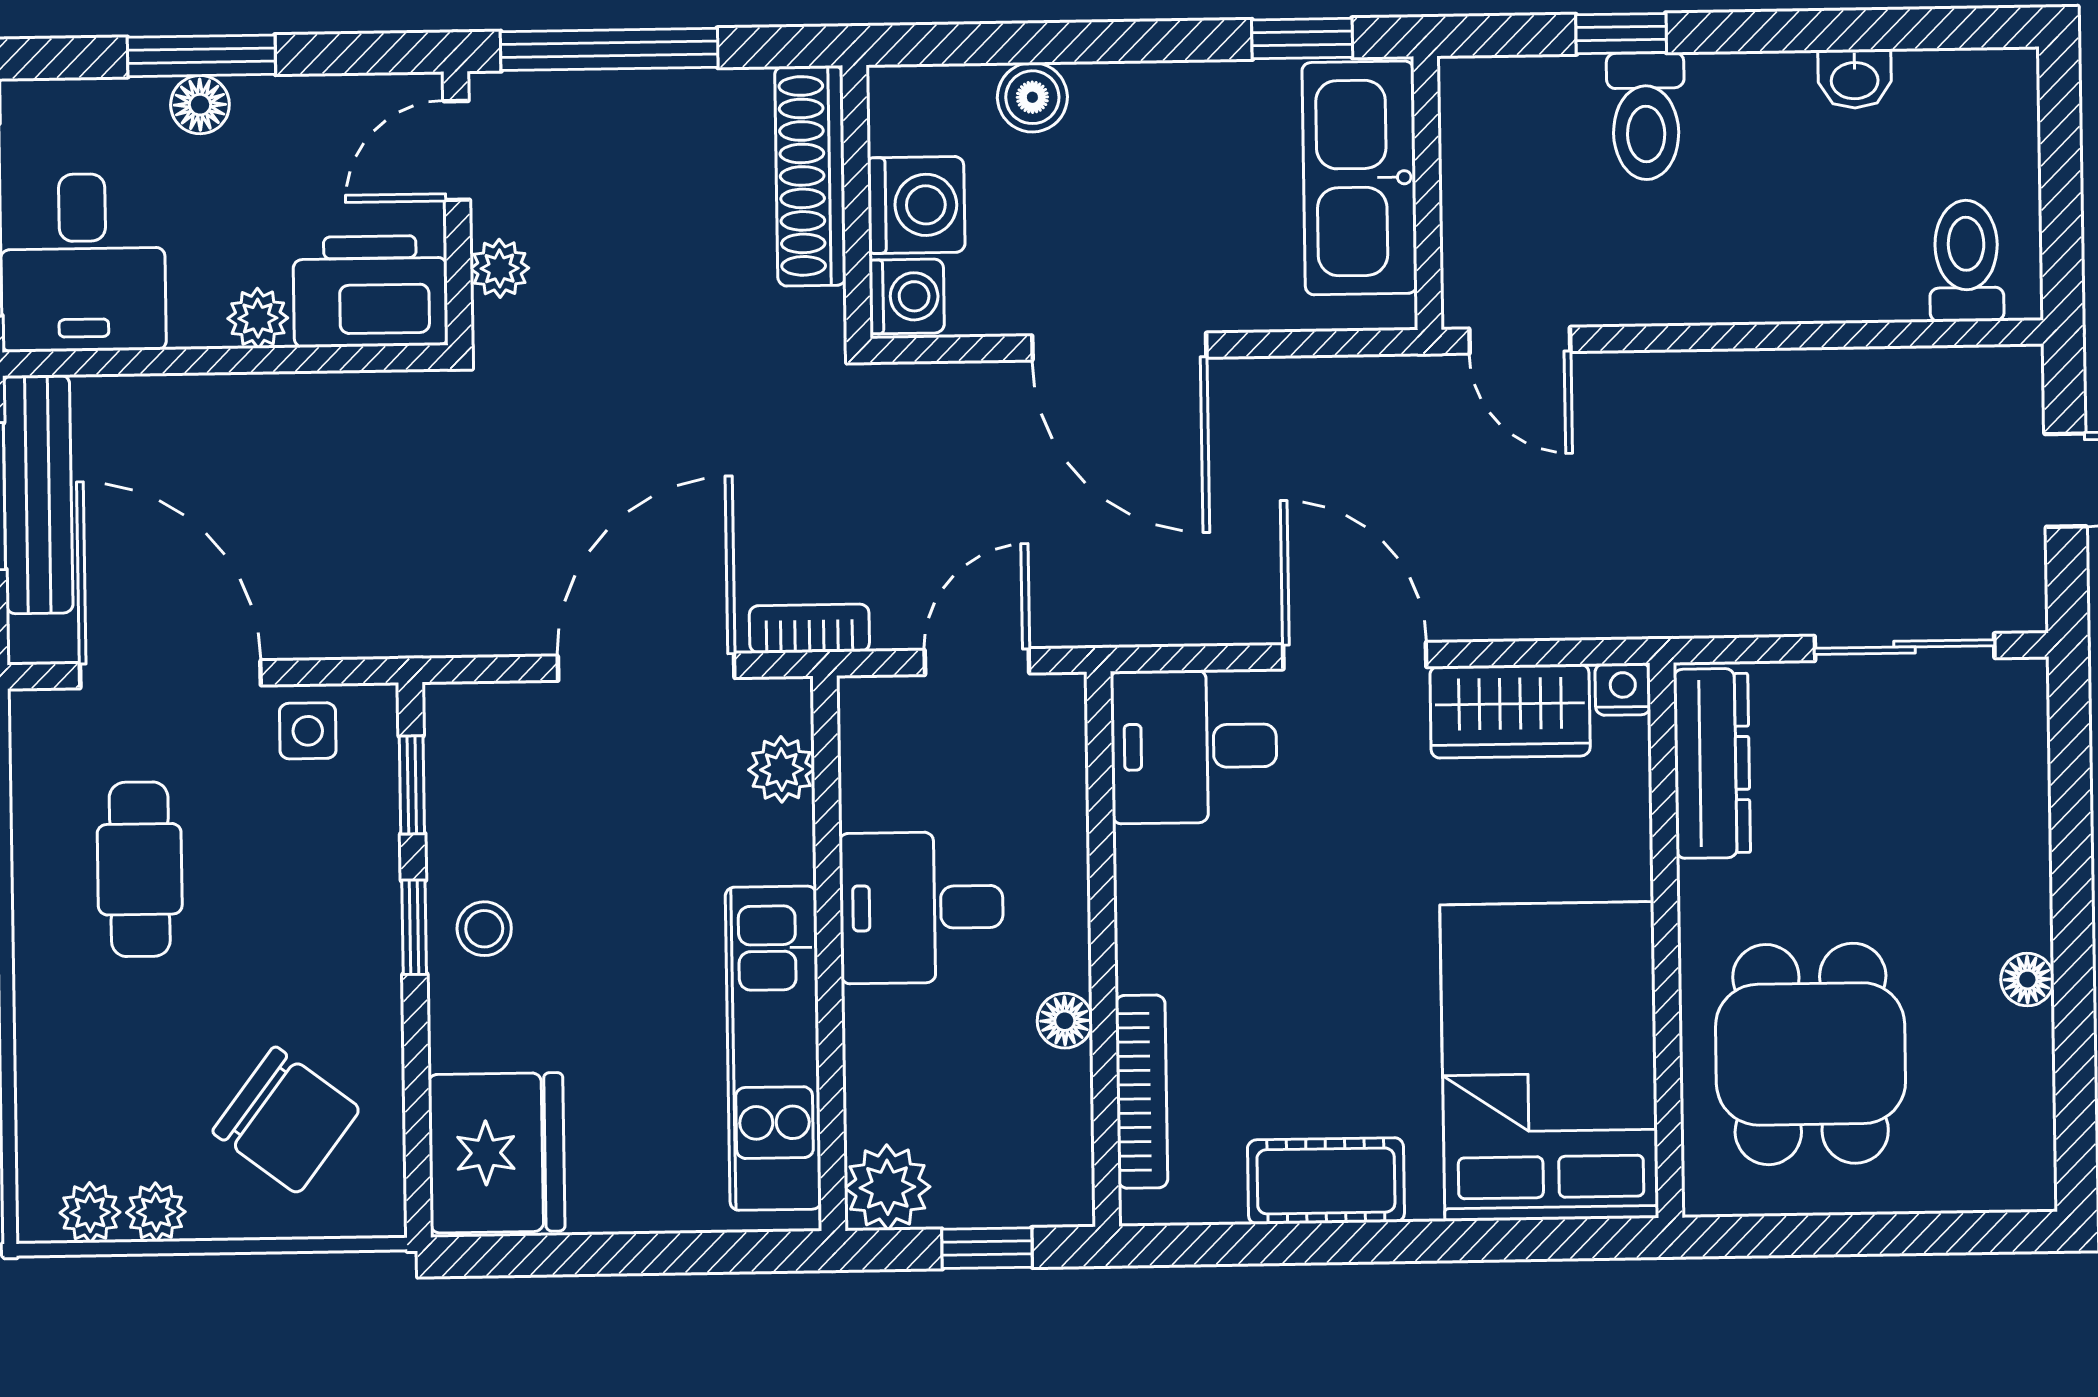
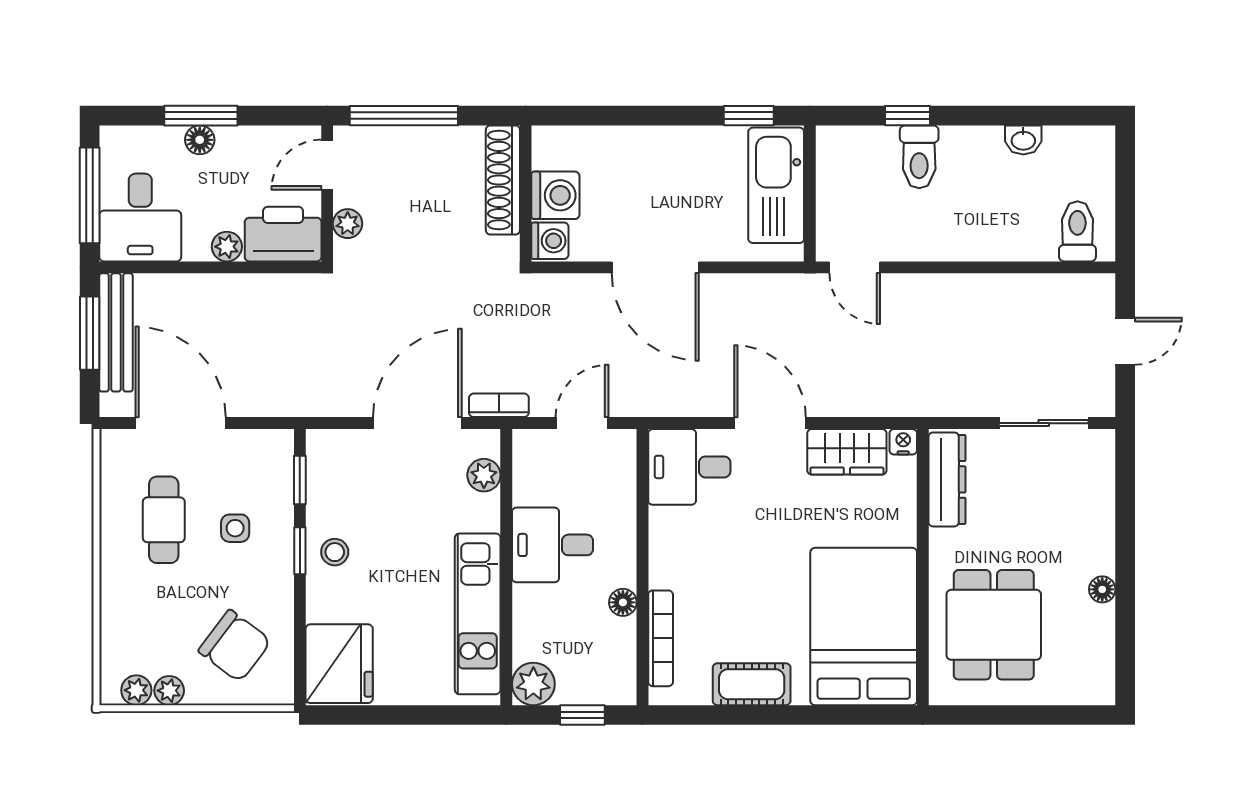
boiler: (1032, 97) -> (614, 143), removed
side table: (308, 731) -> (235, 528), moved

